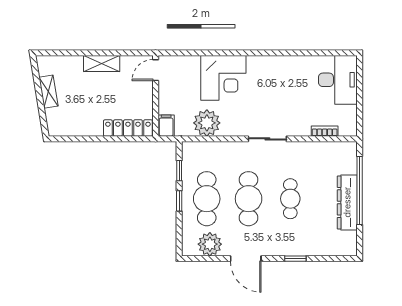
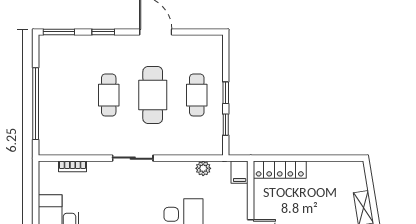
plant: (207, 123) -> (203, 168), width x0.53, depth x0.53
cafe table: (207, 199) -> (197, 95), width x0.73, depth x0.74
dresser: (347, 202) -> (49, 91), removed
plant: (210, 244) -> (193, 47), removed
window: (338, 259) -> (59, 32), added

